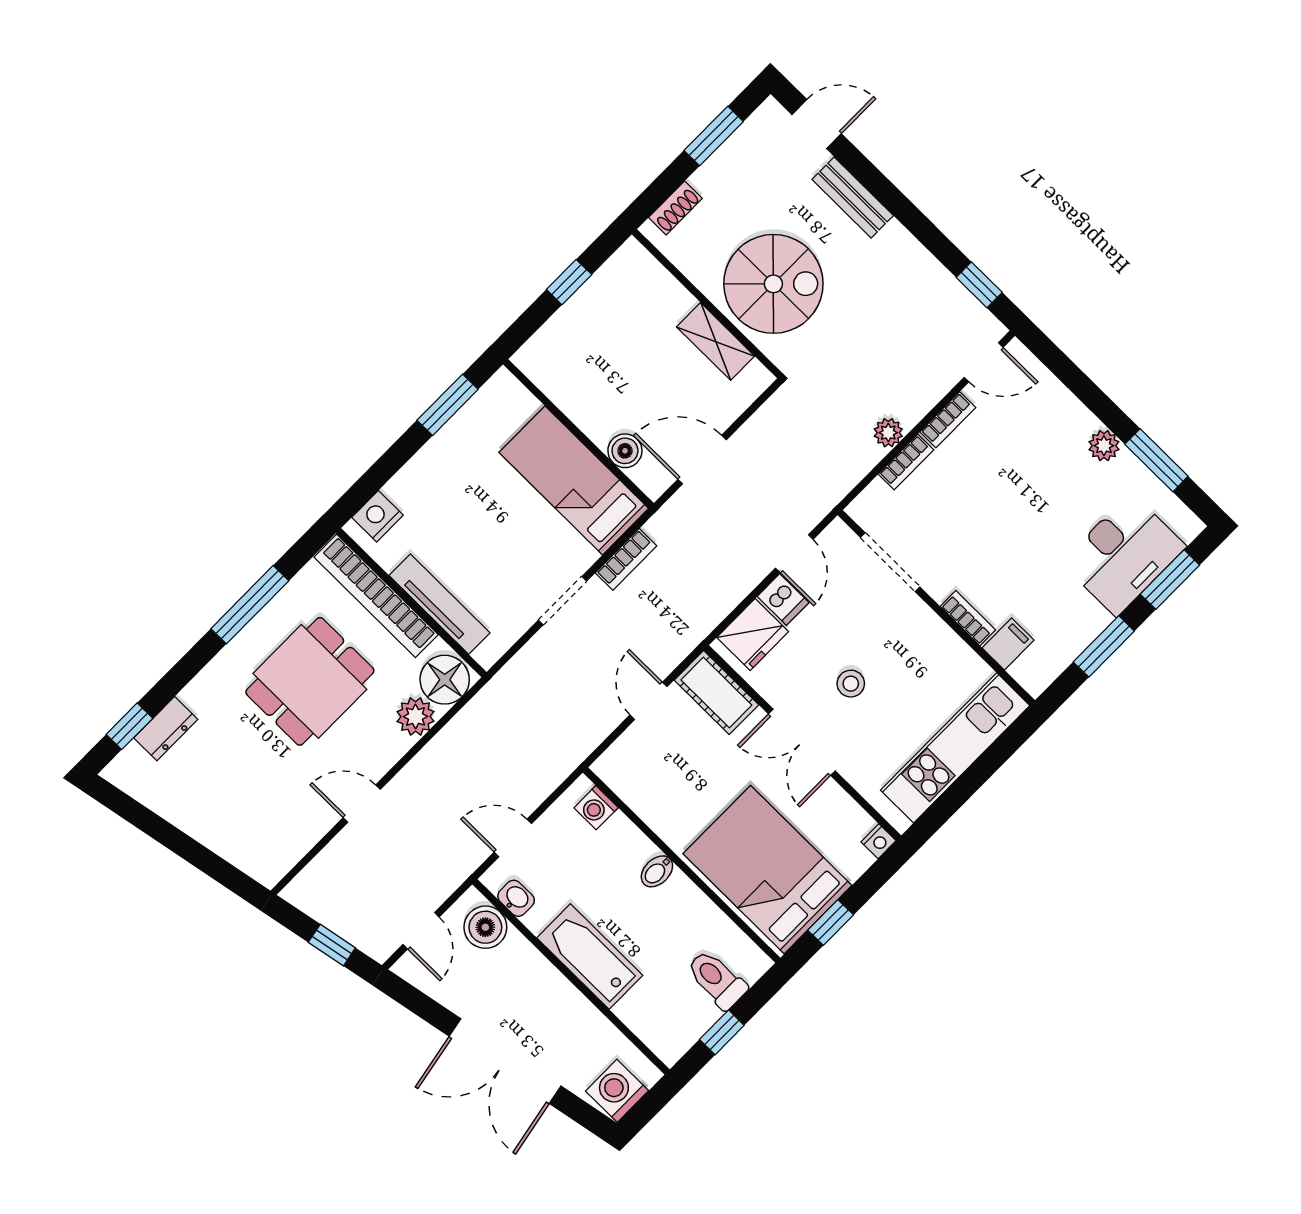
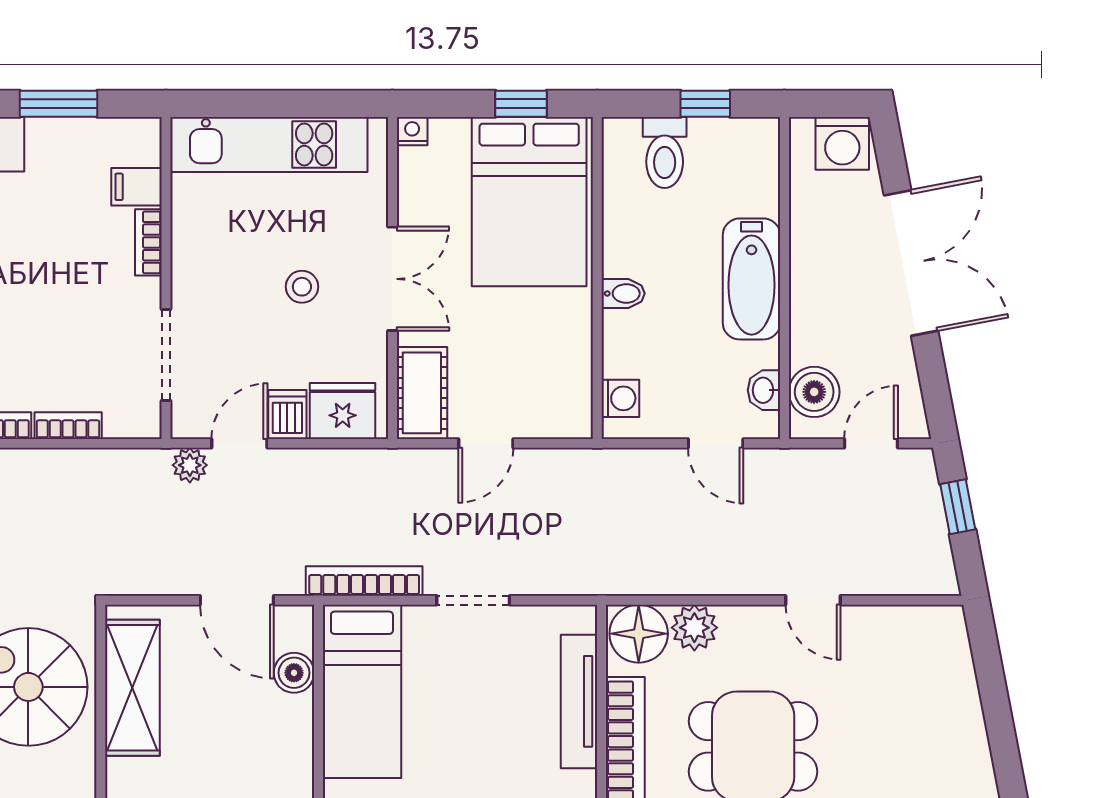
shelving: (716, 341) -> (132, 688), width x1.50, depth x1.33
plant: (888, 433) -> (190, 465), moved
bookcase: (626, 559) -> (364, 581), width x1.56

